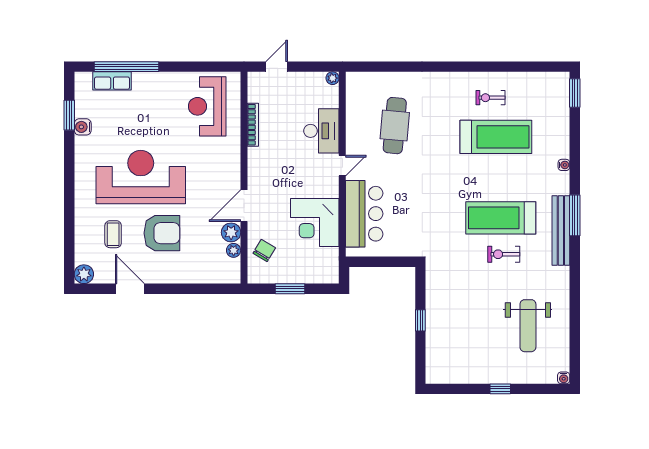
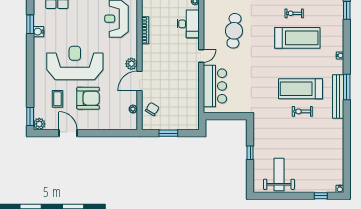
desk: (321, 131) -> (188, 24), moved
corner desk: (315, 222) -> (184, 92), removed
plant: (231, 232) -> (131, 64), moved
window: (69, 262) -> (30, 117), added
weight bench: (528, 326) -> (279, 174), moved, turned 180
window: (500, 389) -> (321, 196), moved

